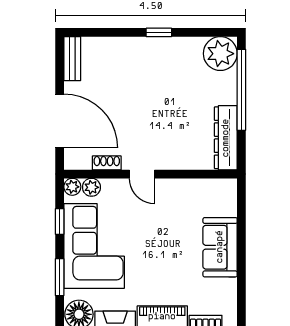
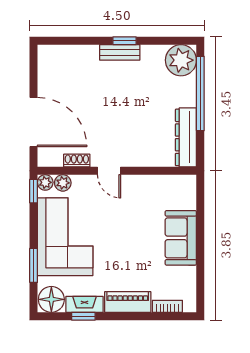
bench: (72, 59) -> (120, 52), moved, turned 90
window: (60, 221) -> (34, 191), moved

